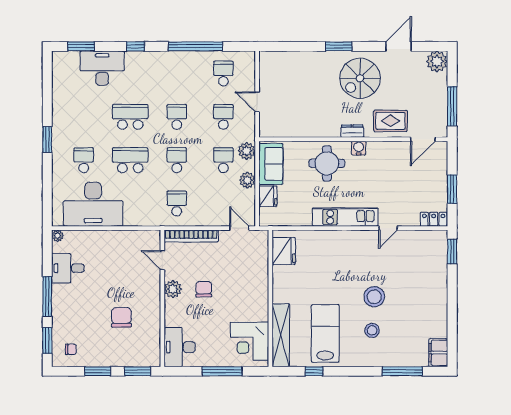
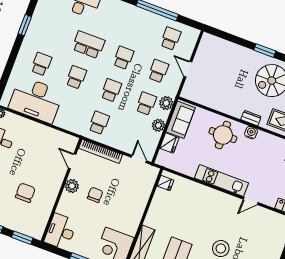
window: (47, 140) -> (25, 25), moved
school desk: (130, 160) -> (76, 77), width x0.54
fridge: (284, 251) -> (165, 183), width x0.53, depth x0.75

